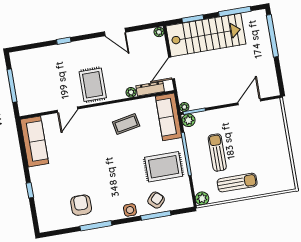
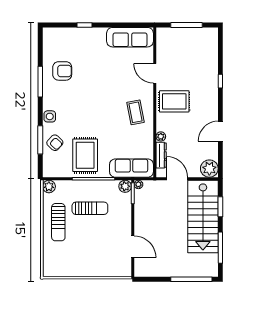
plant: (159, 32) -> (209, 169), width x1.87, depth x1.87
coffee table: (126, 124) -> (136, 112), moved

